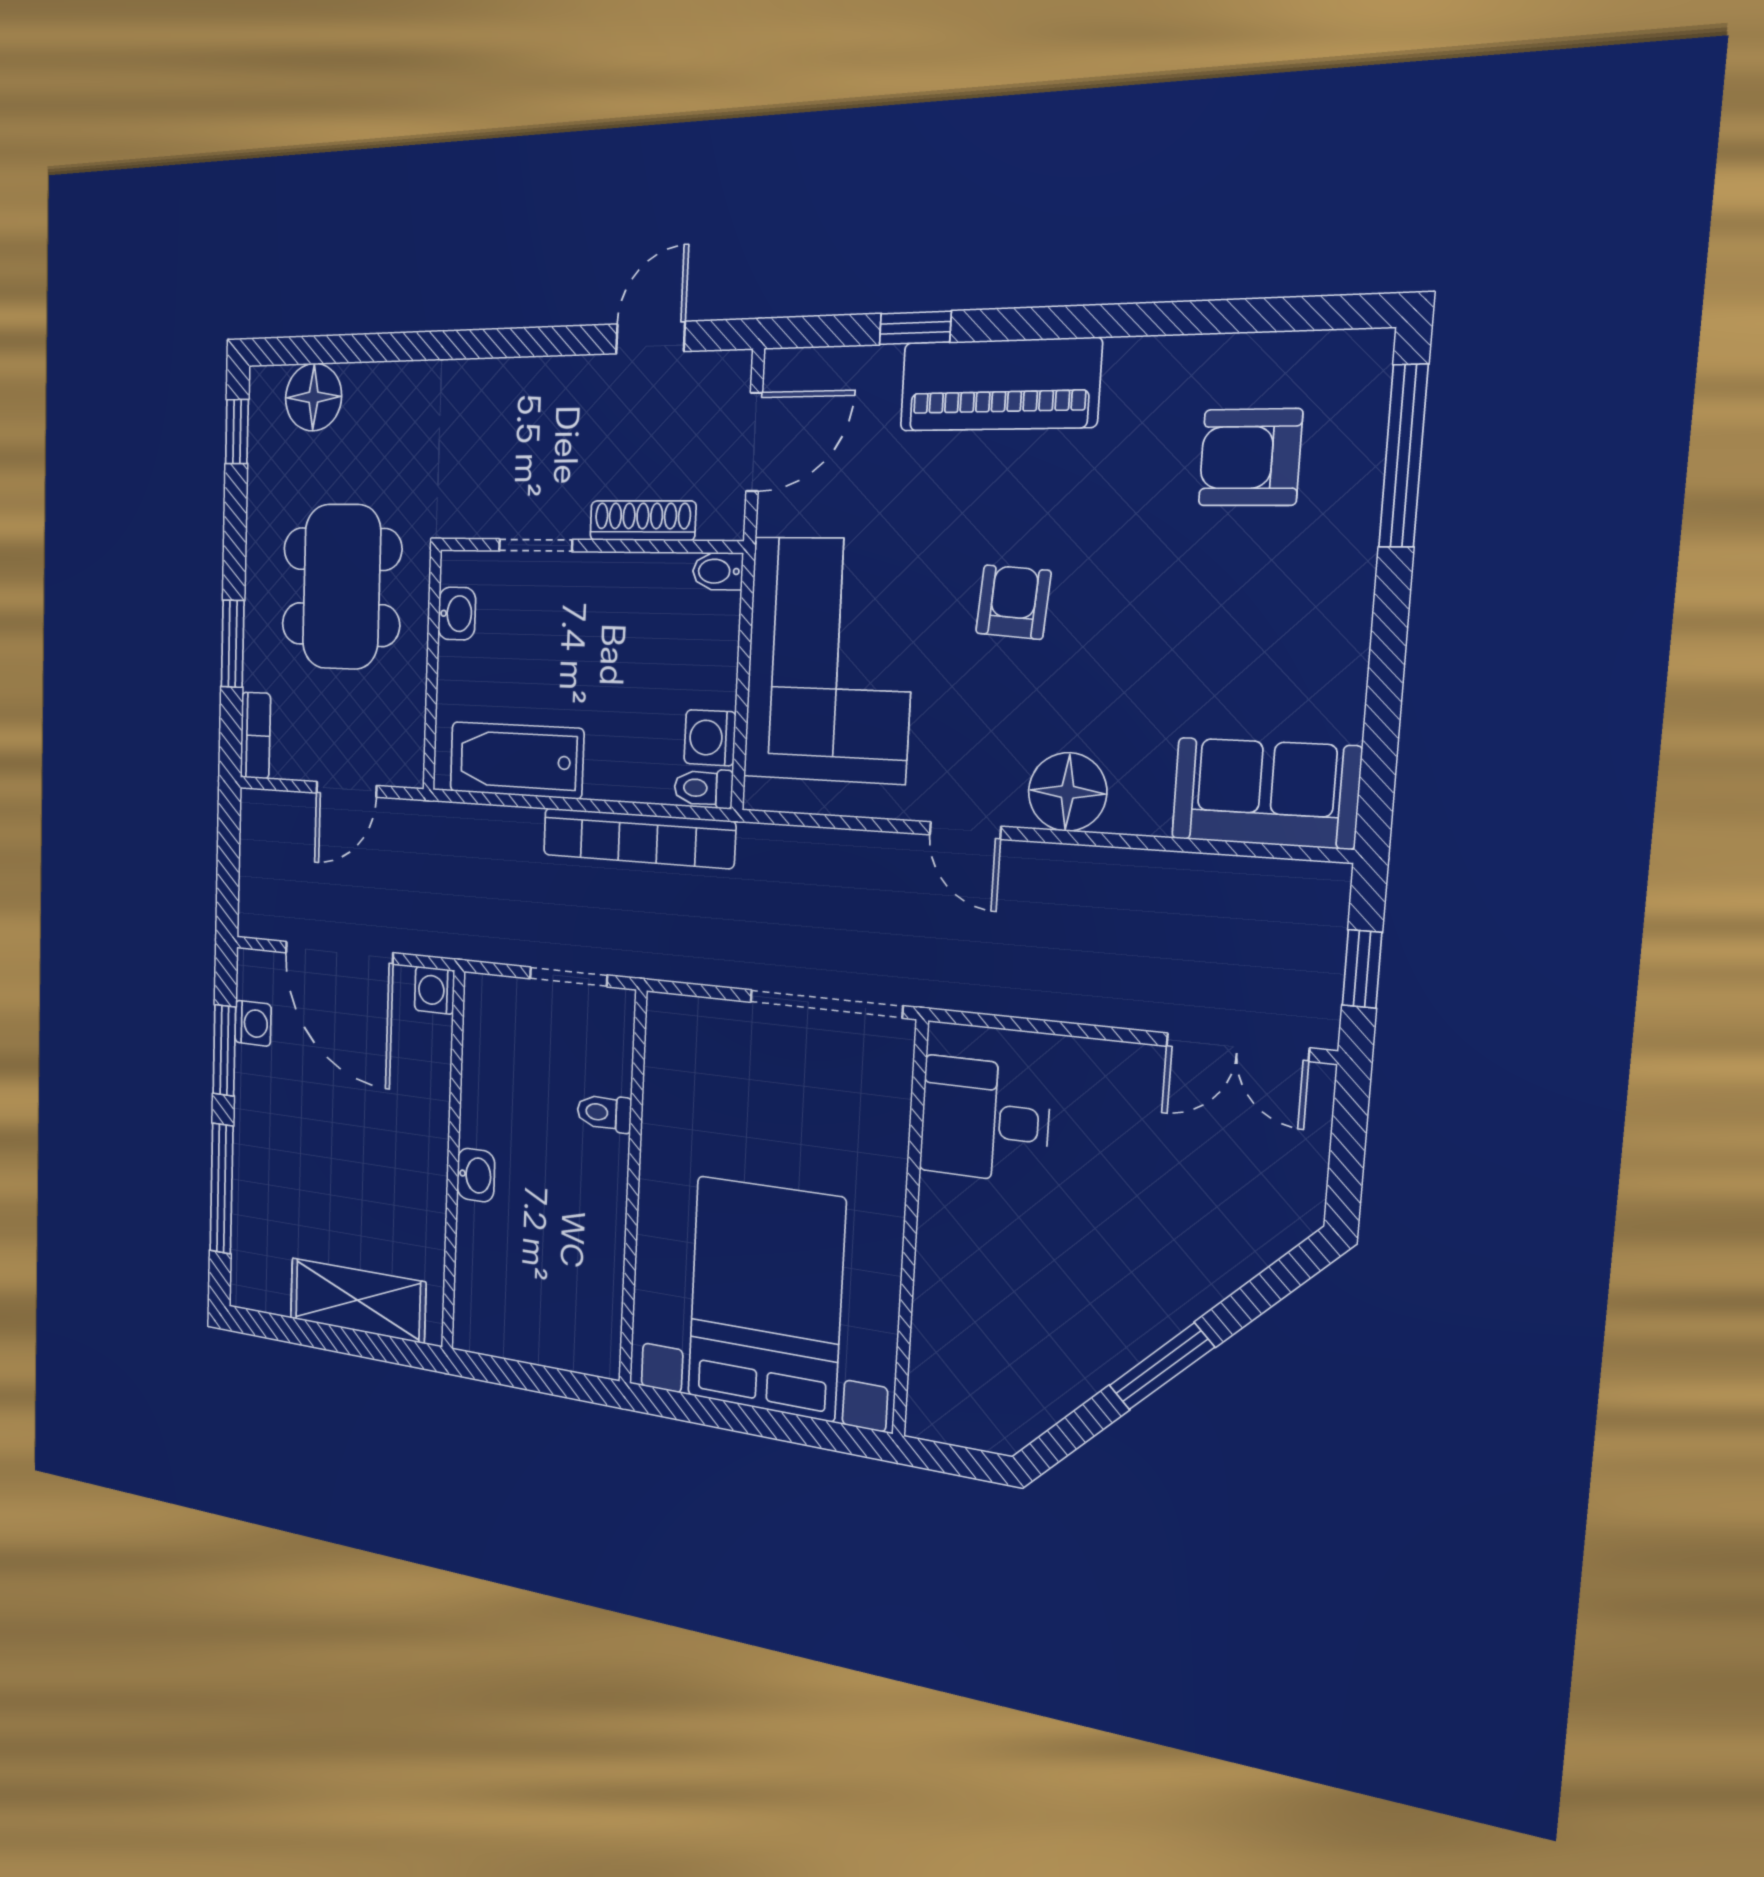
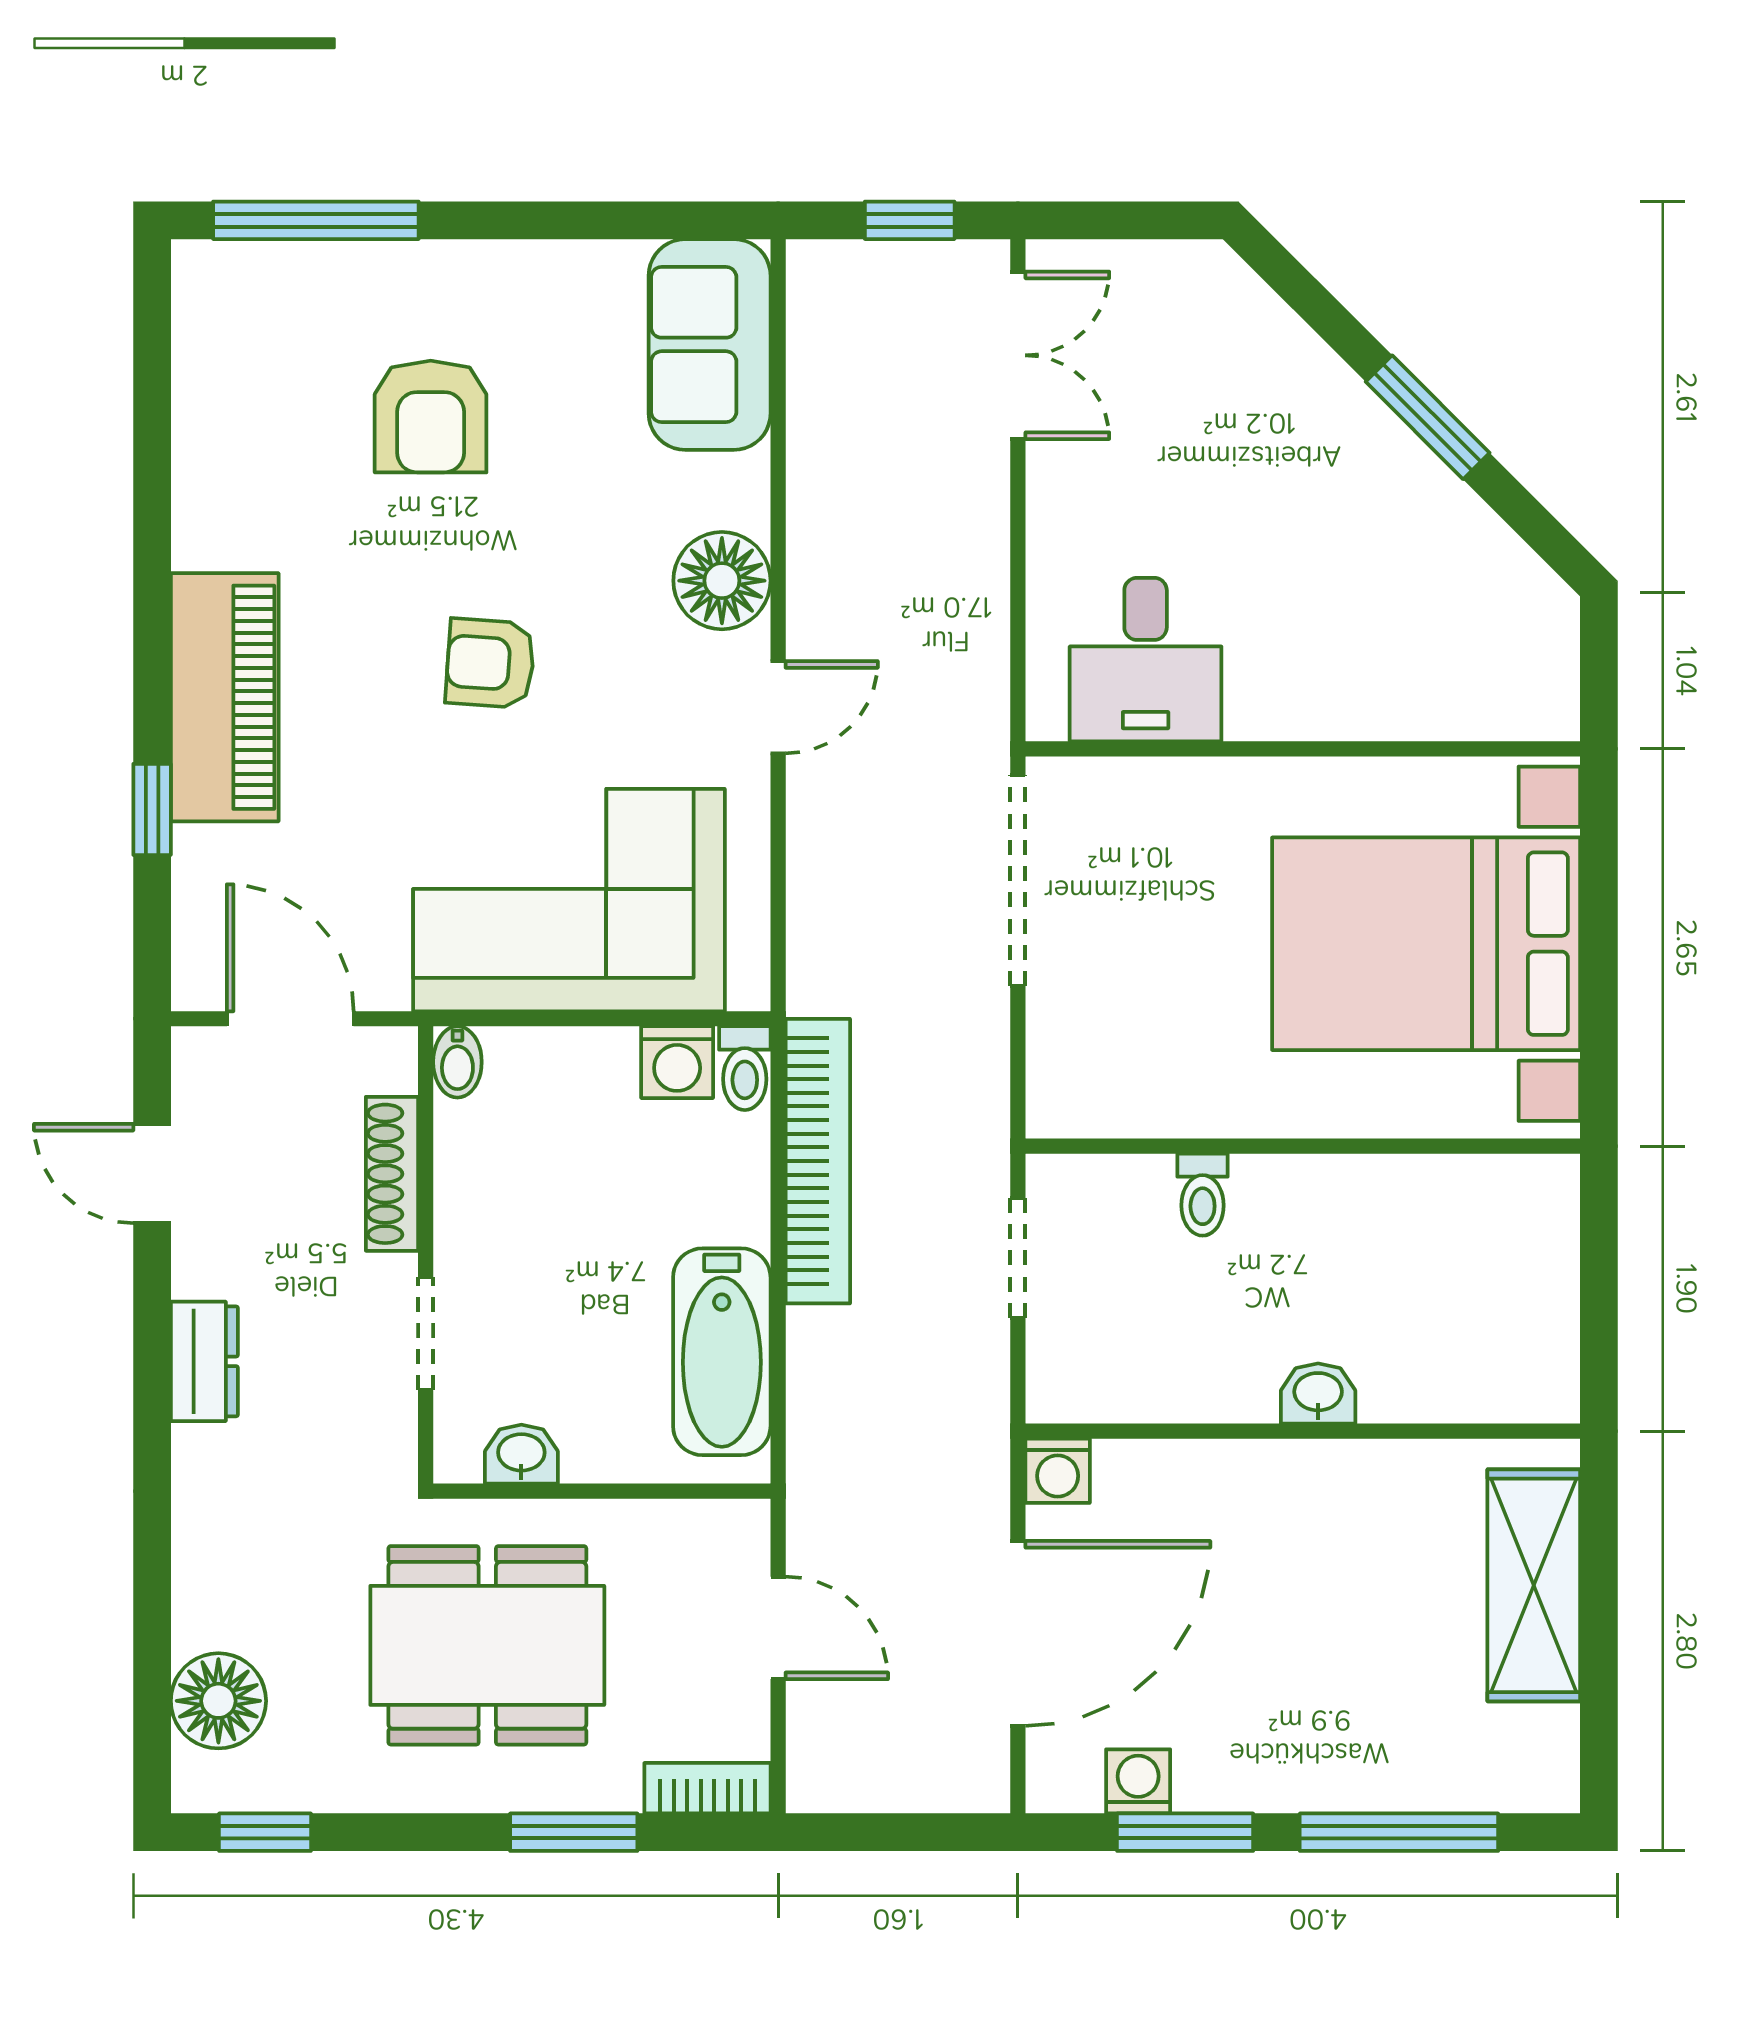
dresser: (524, 381) -> (204, 1361), added
armchair: (1250, 457) -> (431, 417), moved

